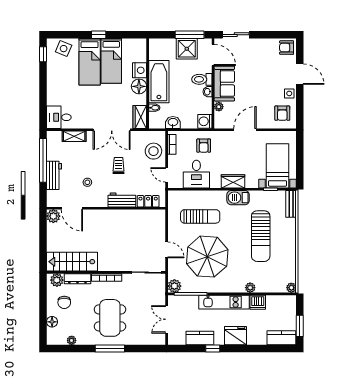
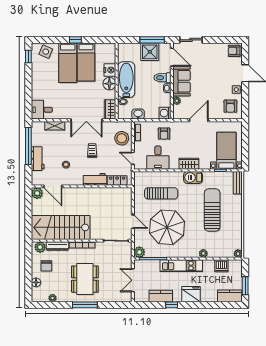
sun lounger: (261, 236) -> (212, 210), turned 180
stairs: (72, 262) -> (61, 227), width x1.36, depth x1.51
dishwasher: (258, 302) -> (221, 266), moved

